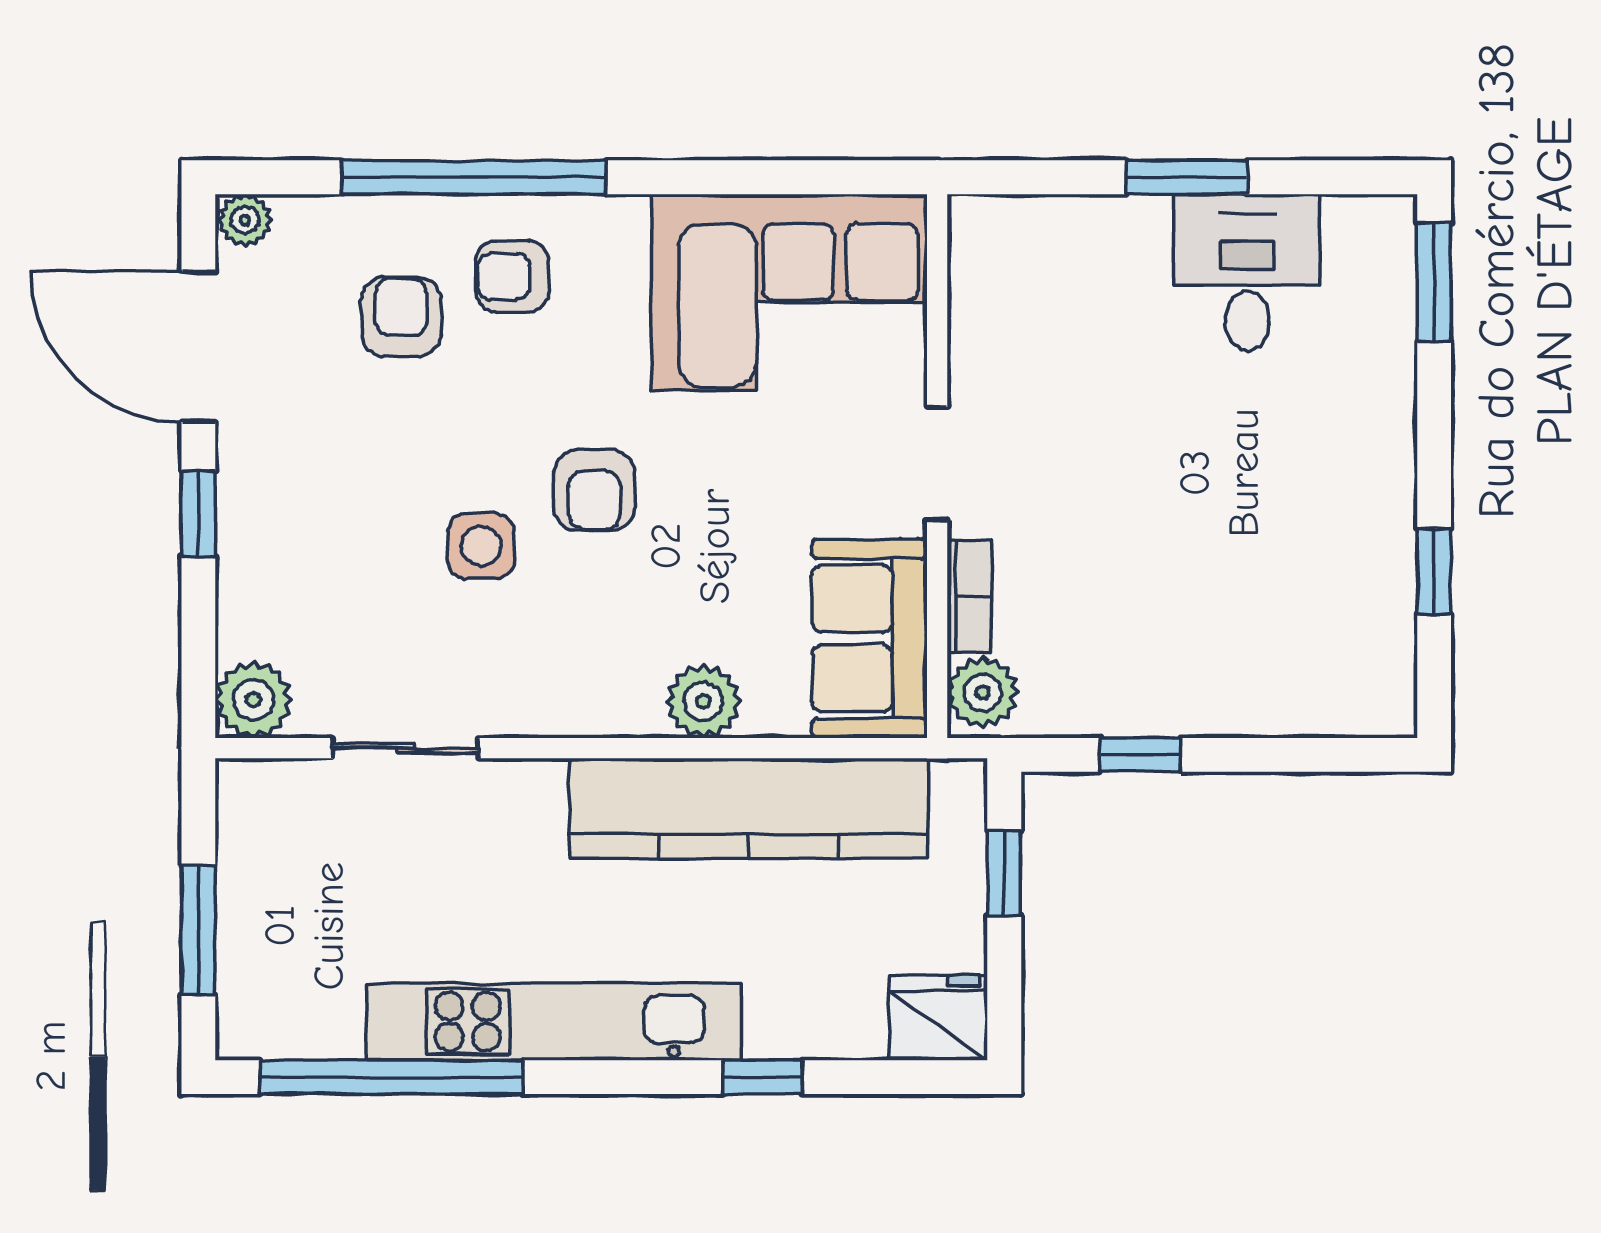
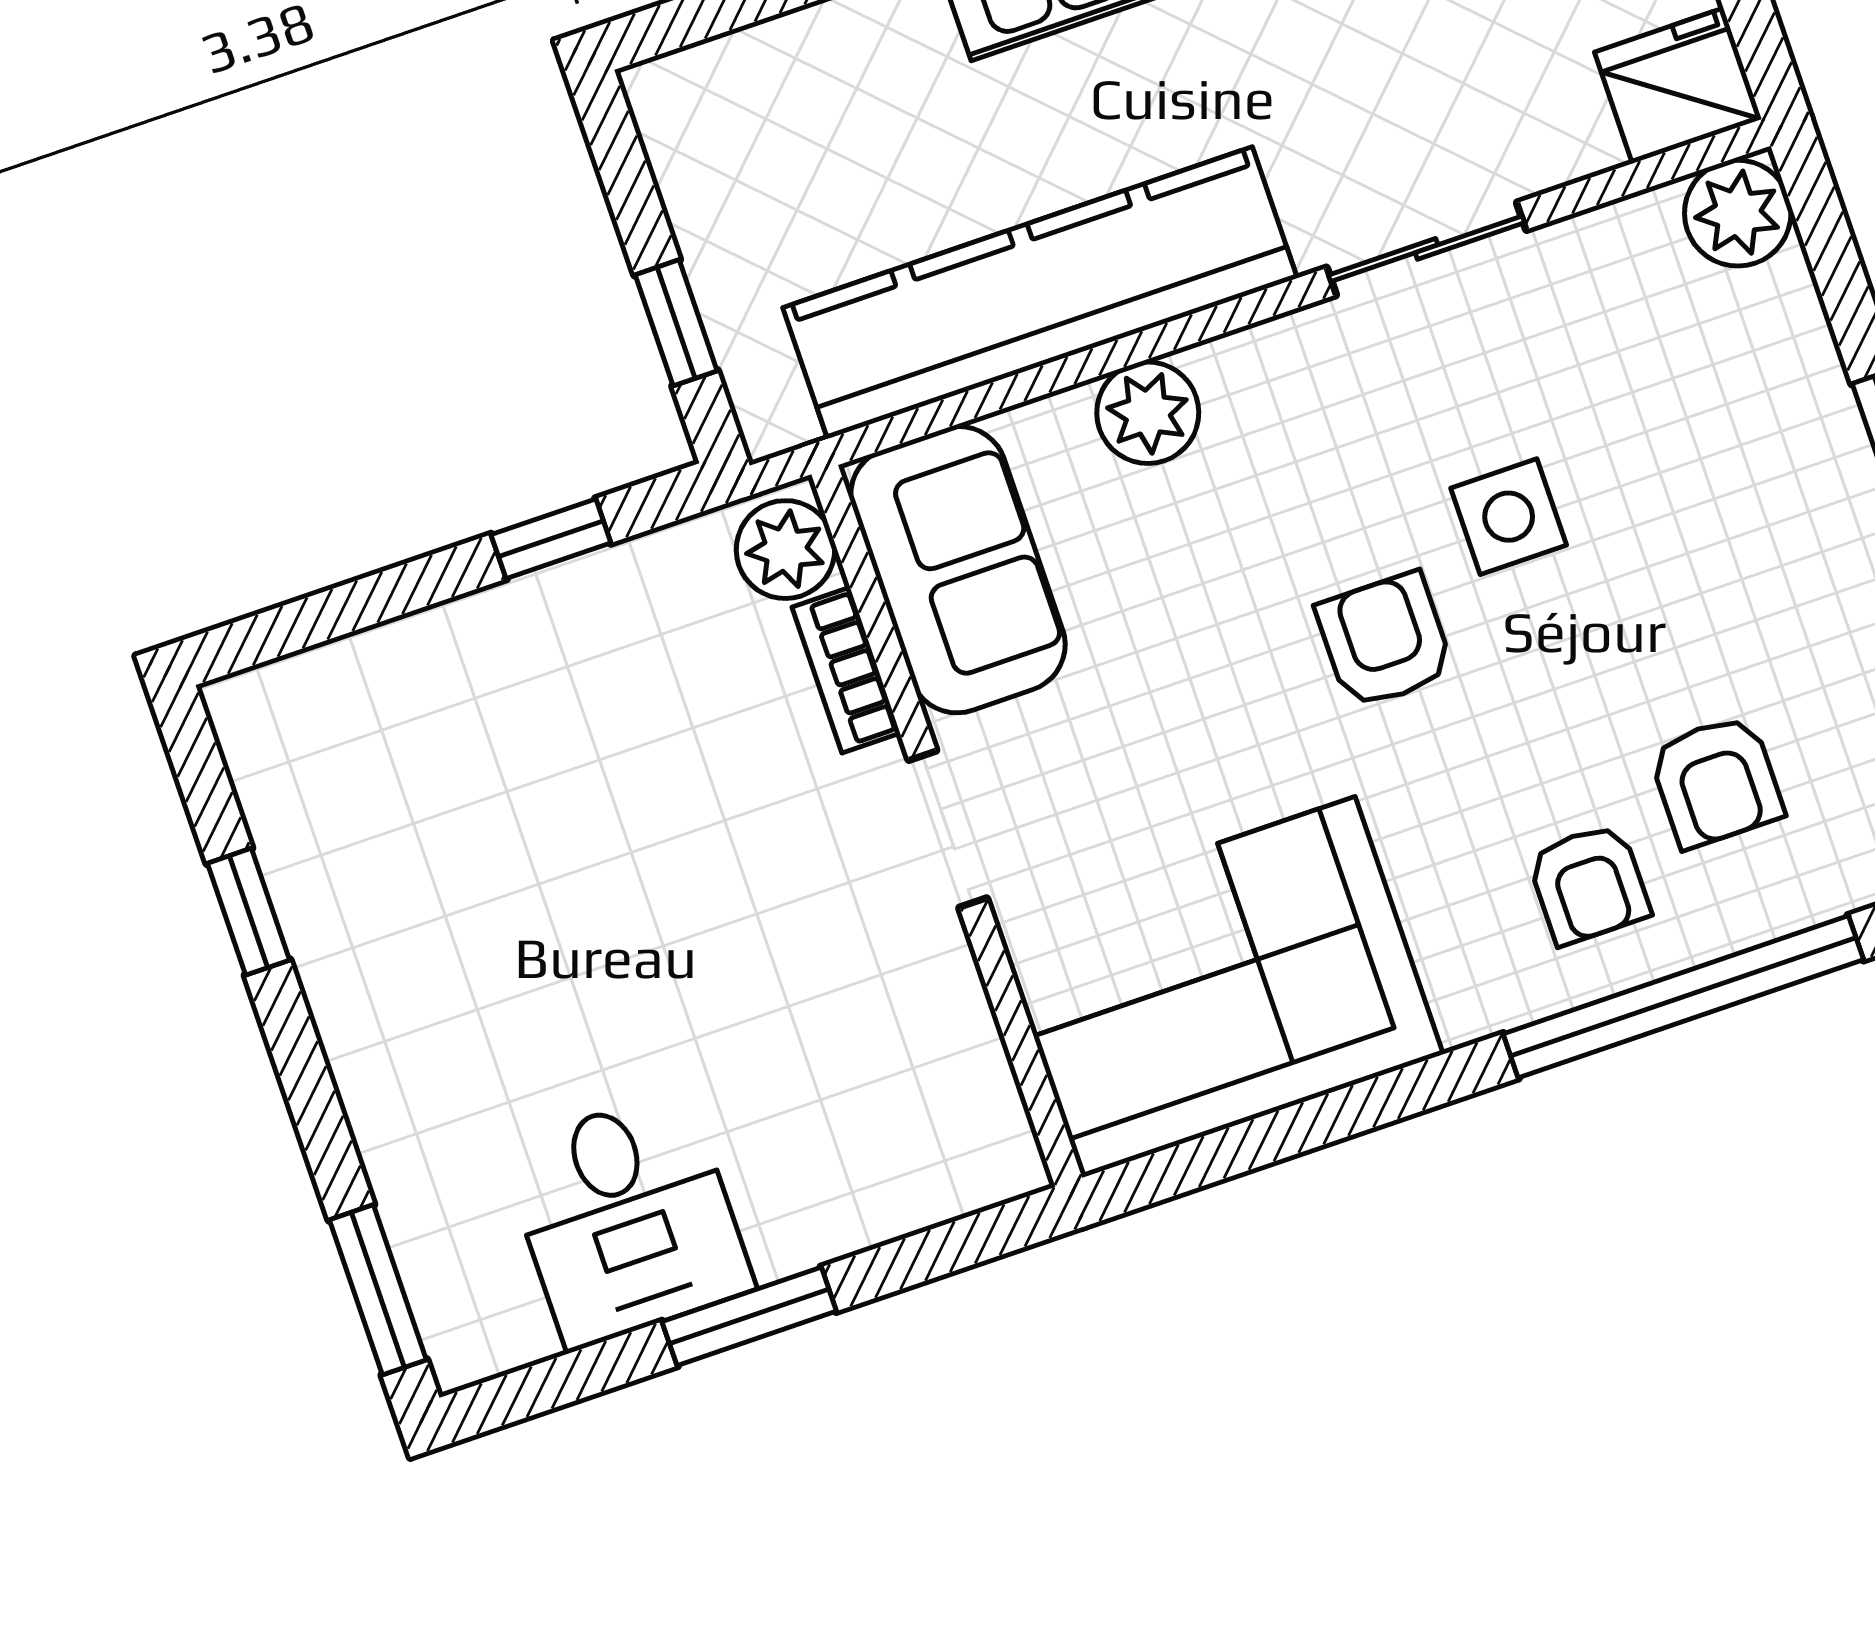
armchair: (512, 276) -> (1589, 884), turned 90
sliding door: (406, 748) -> (1427, 249), moved
fridge: (938, 1018) -> (1678, 86), moved, turned 180

